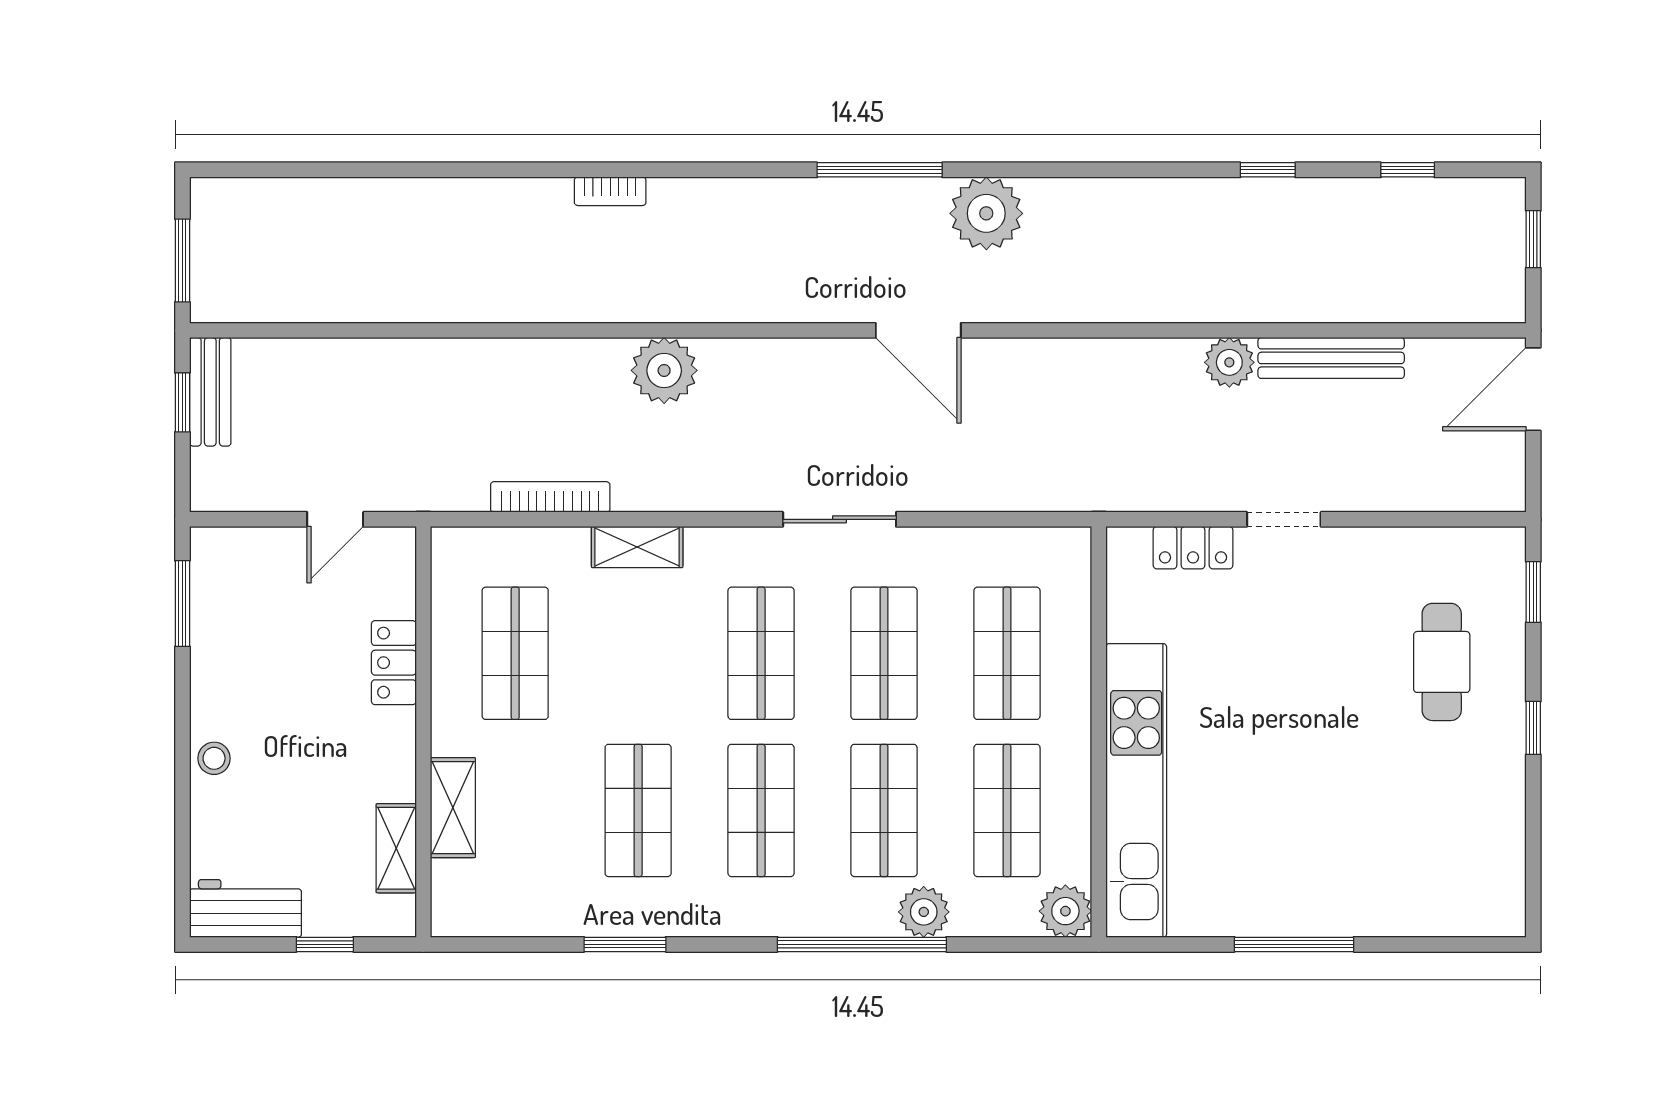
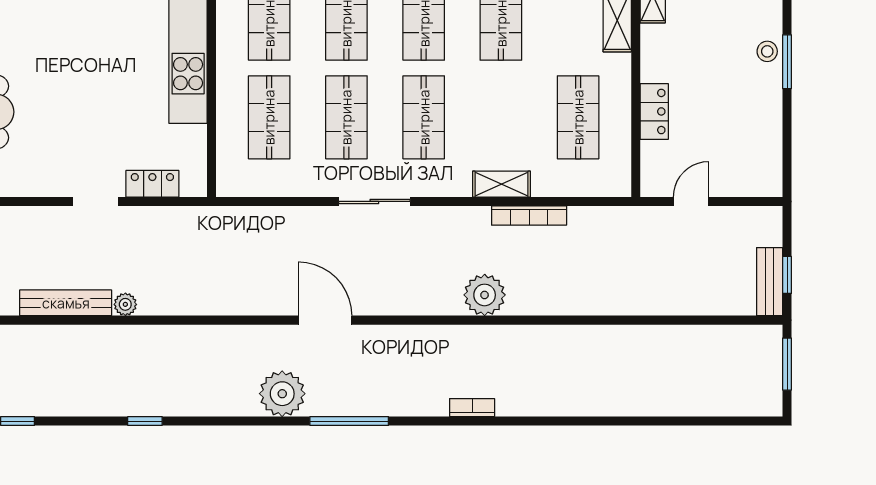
window: (1268, 170) -> (145, 421), moved
bookcase: (610, 191) -> (472, 408), moved
plant: (1229, 362) -> (125, 304), width x0.73, depth x0.73
bookcase: (550, 497) -> (529, 216), moved
window: (182, 604) -> (787, 62), moved

